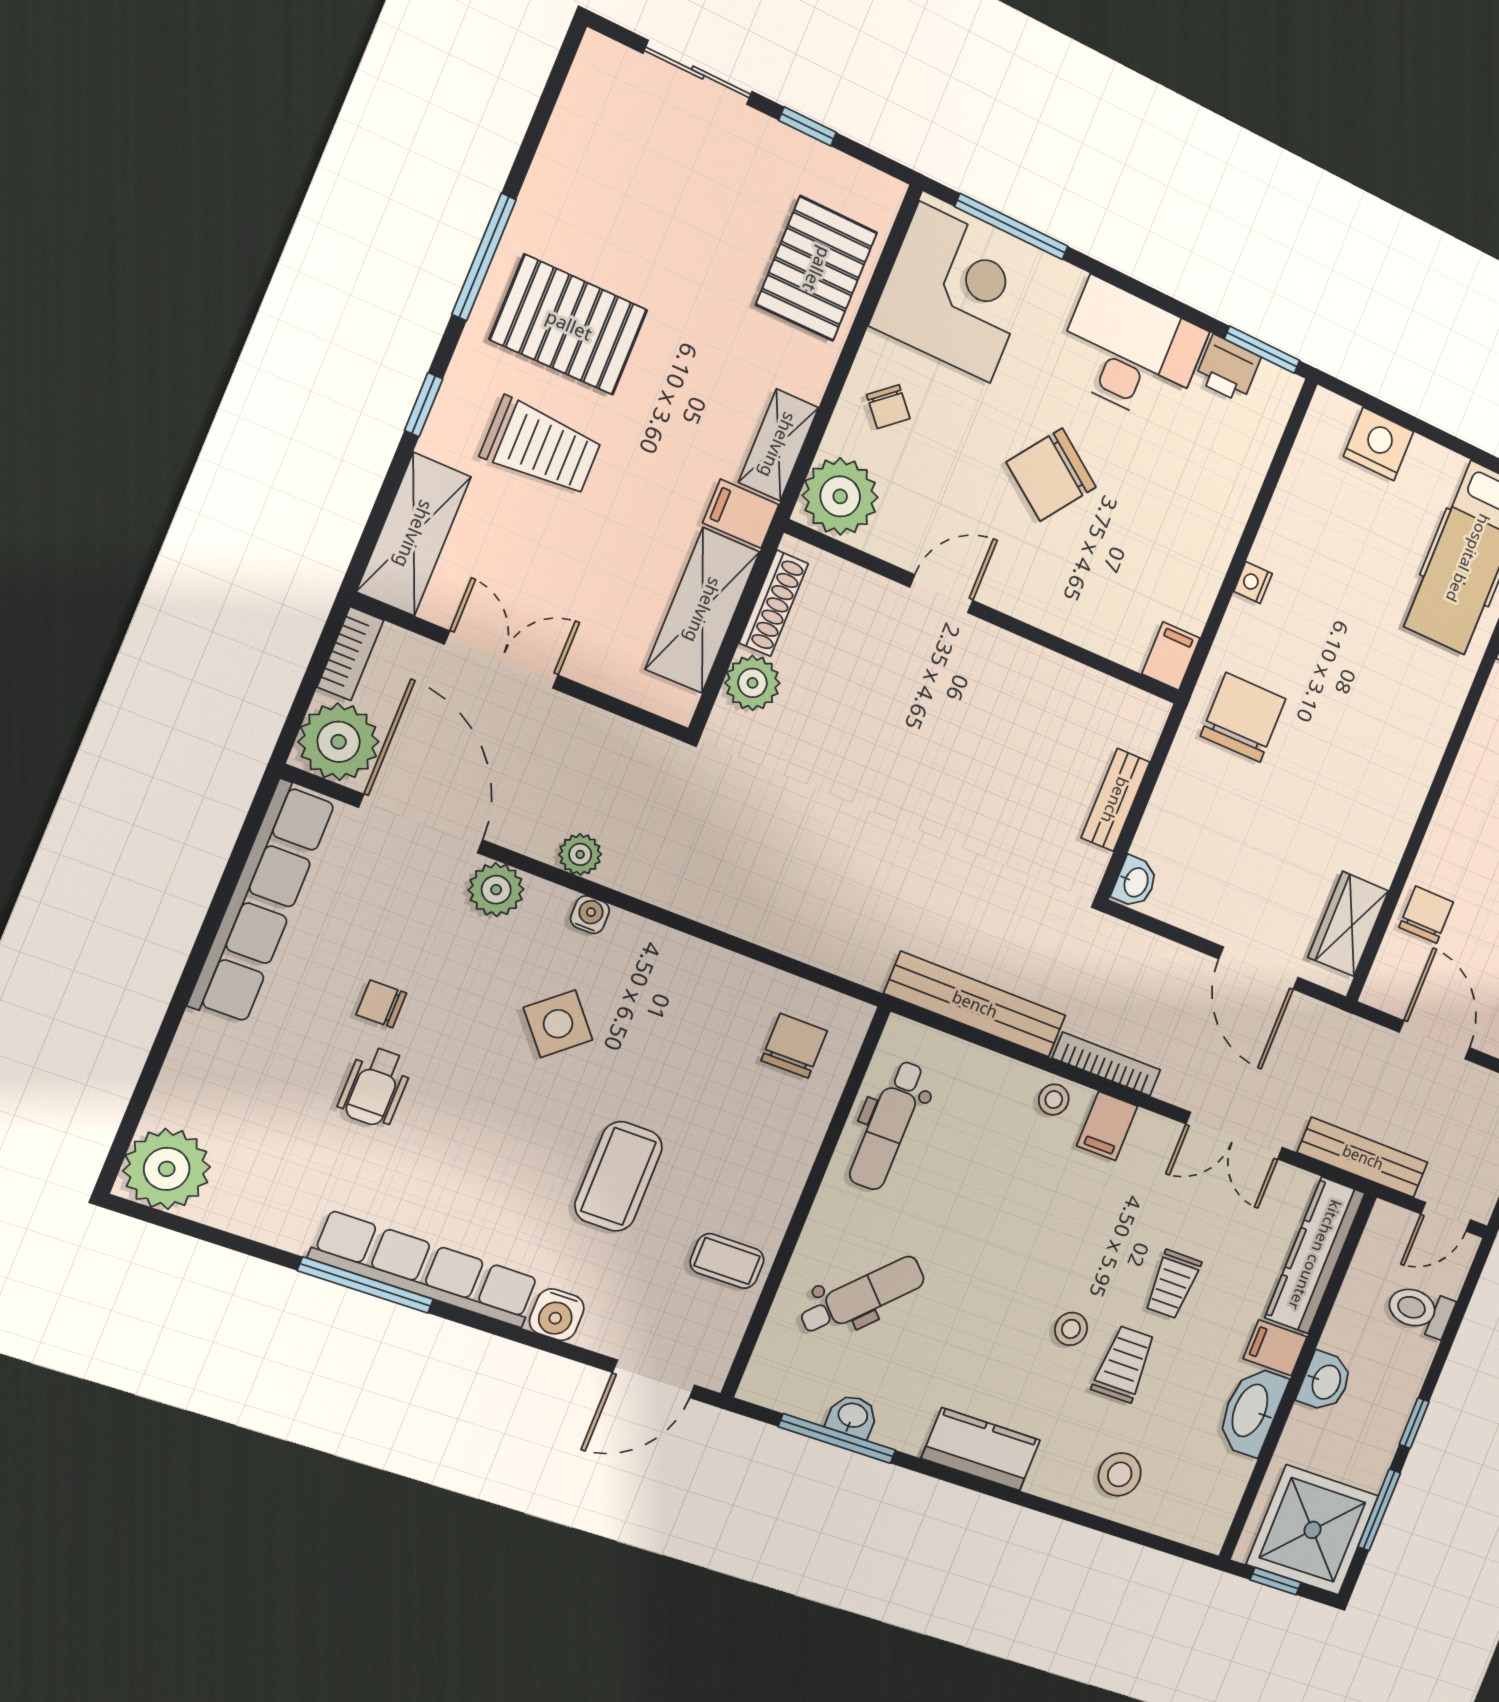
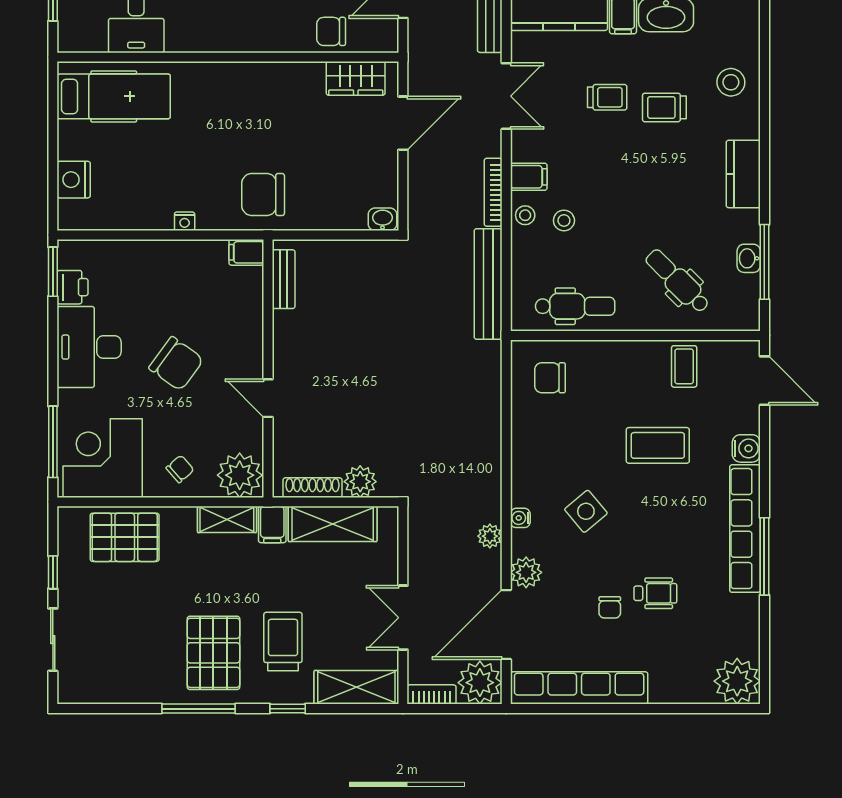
bench: (1115, 800) -> (284, 279), moved, turned 90
stool: (1071, 1329) -> (564, 221), moved

